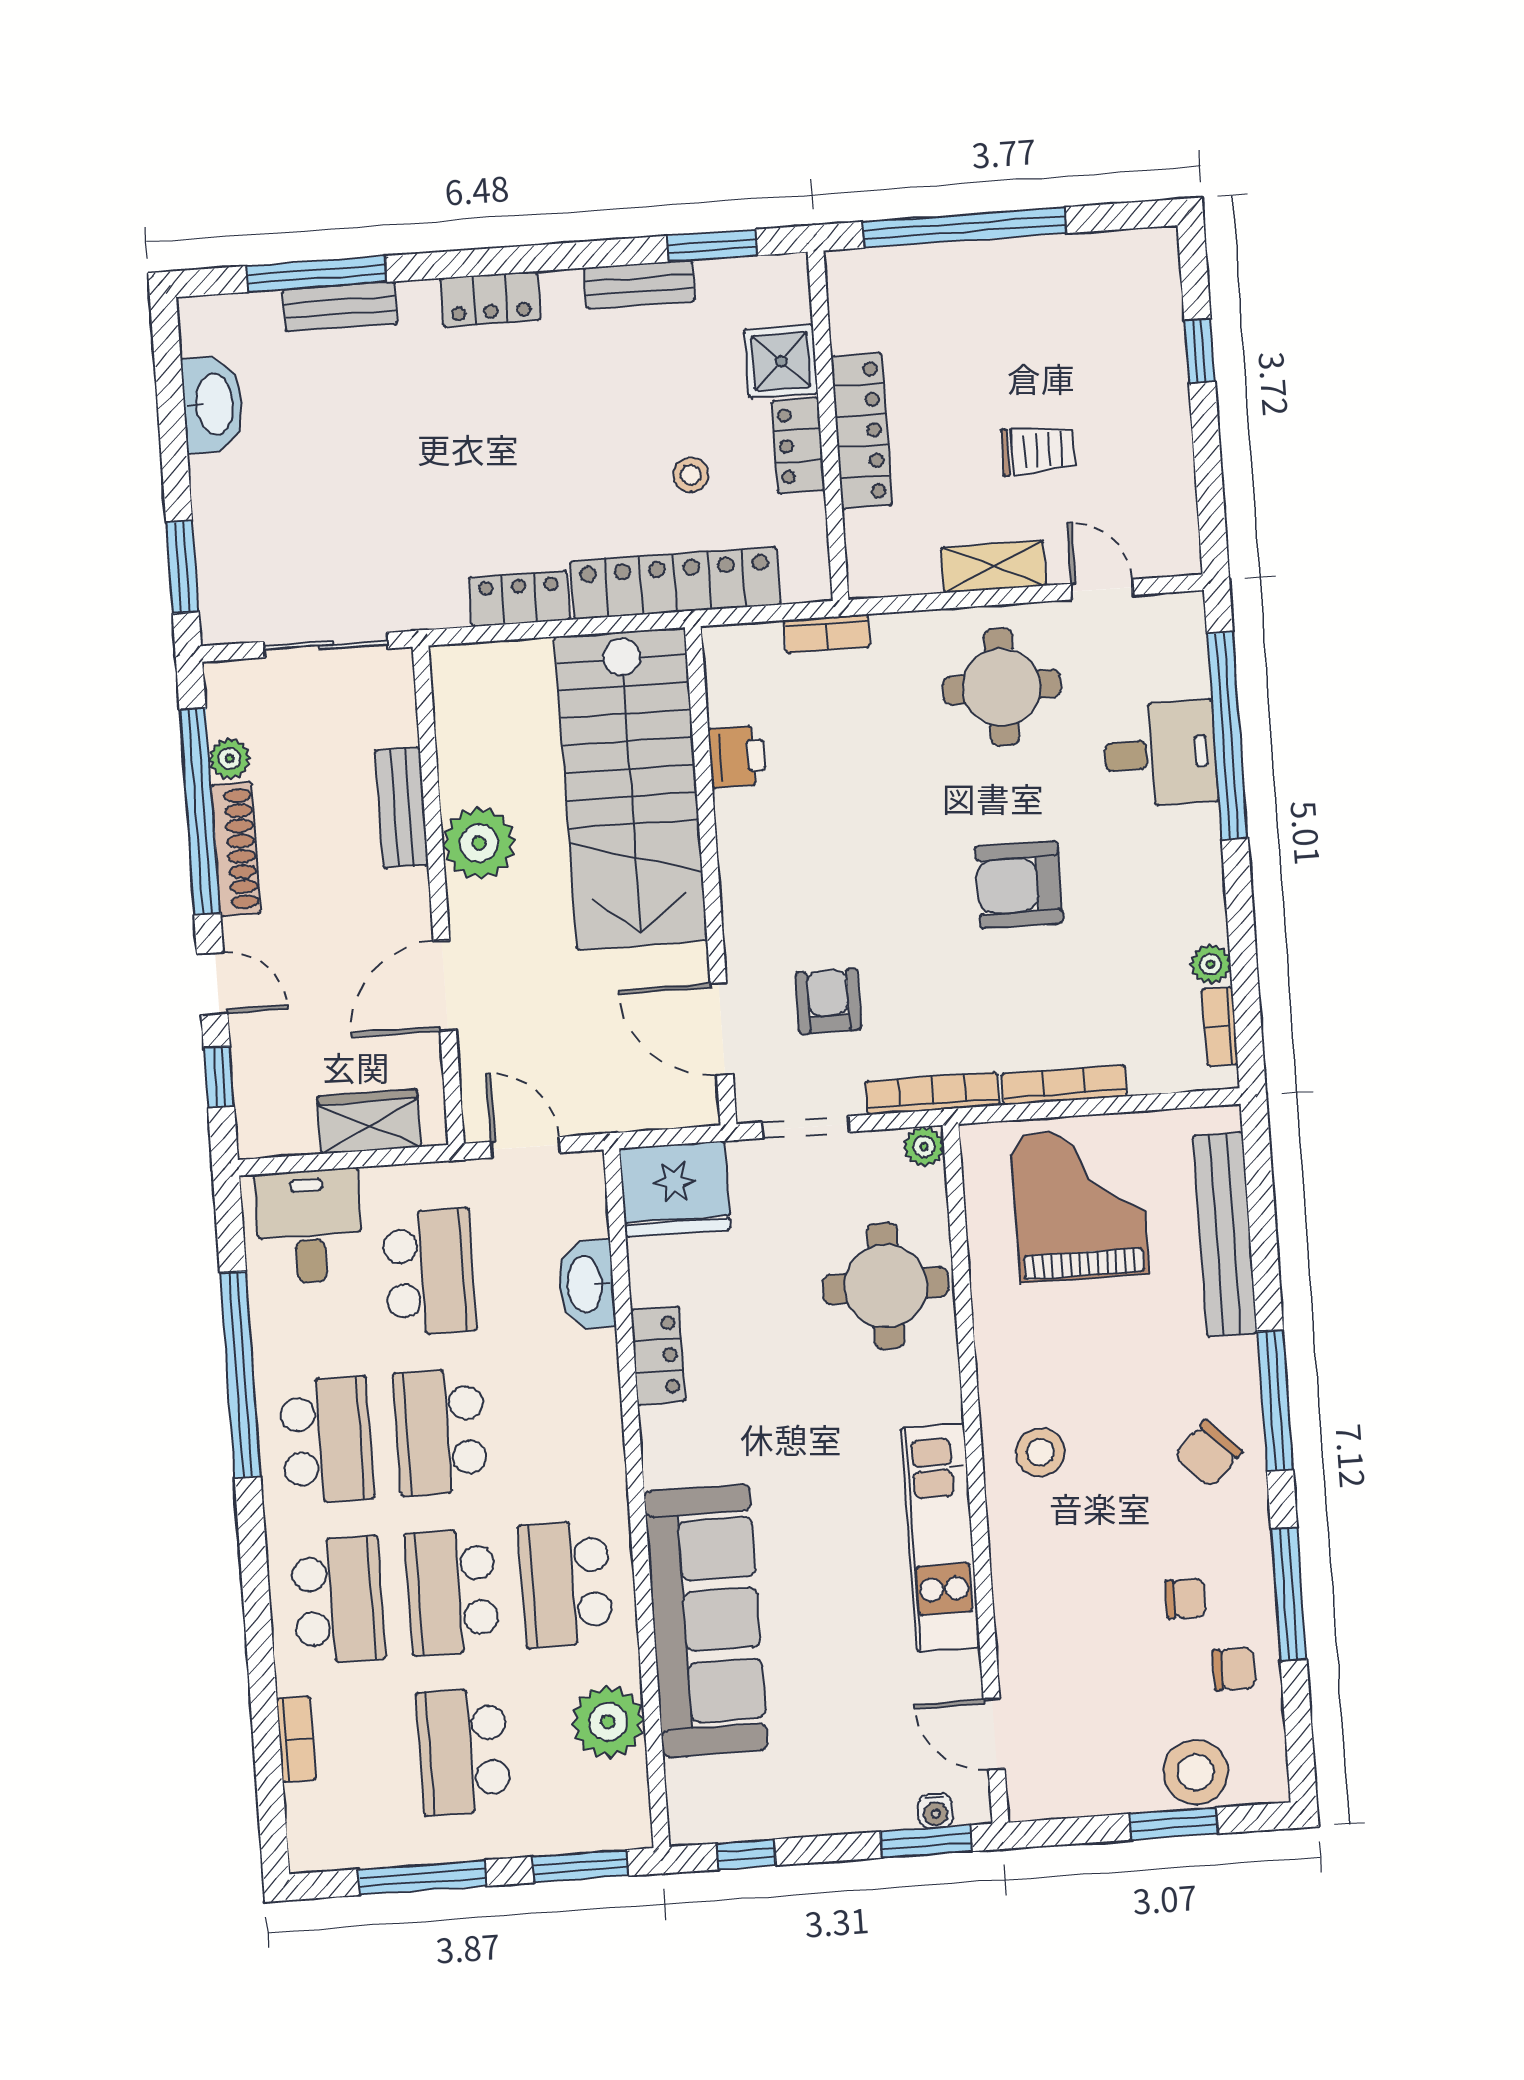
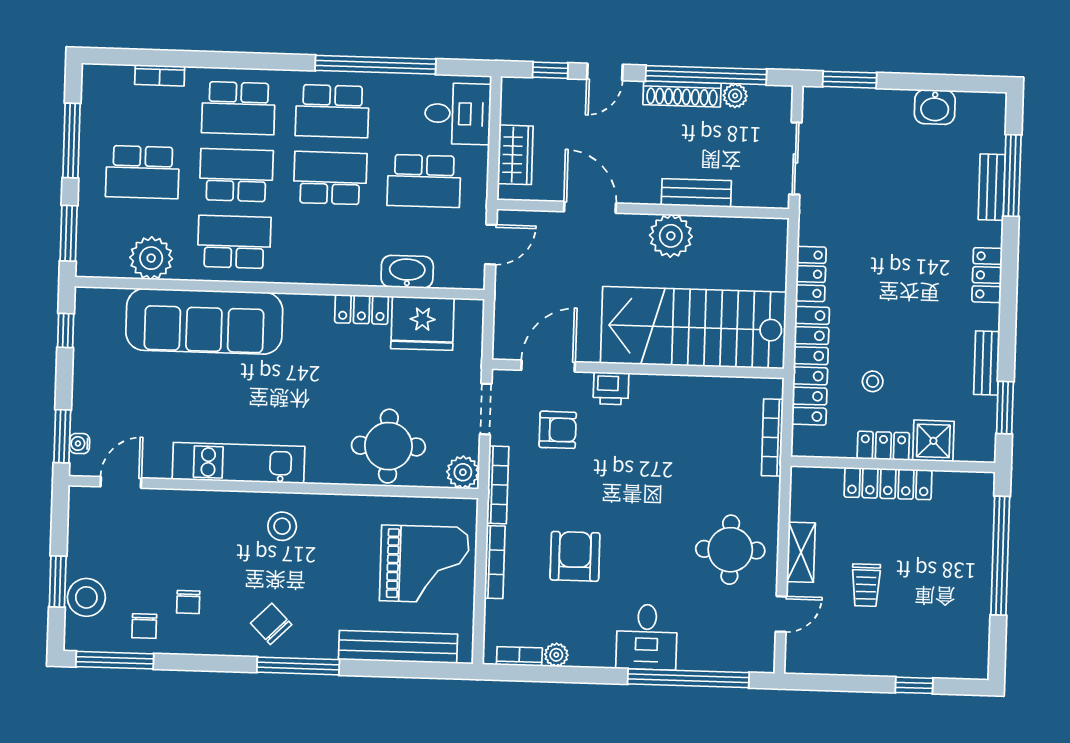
washbasin: (213, 404) -> (935, 107), width x0.72
bookcase: (827, 634) -> (772, 437), width x1.56
desk: (1160, 754) -> (647, 637), moved
printer: (737, 757) -> (611, 388), moved
armchair: (1019, 885) -> (575, 556), moved
plant: (924, 1147) -> (463, 472), width x1.38, depth x1.38
fridge: (675, 1189) -> (422, 323), moved, turned -90
window: (1289, 1594) -> (115, 660), moved
school desk: (464, 1752) -> (142, 172), turned 180

